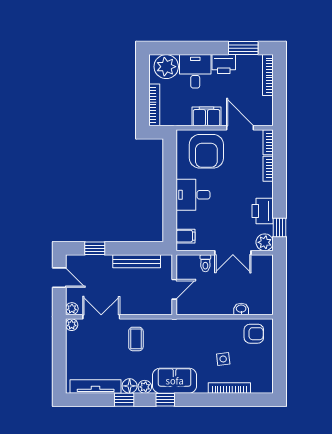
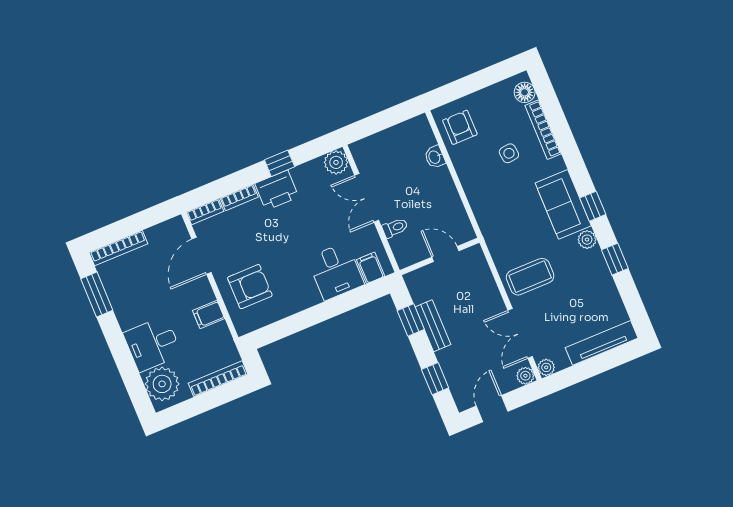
printer: (224, 64) -> (128, 311), removed
filing cabinet: (206, 116) -> (209, 315), width x0.50
armchair: (206, 151) -> (250, 287), width x0.73, depth x0.73
desk: (193, 195) -> (336, 271), moved
printer: (263, 211) -> (277, 190), moved
window: (280, 227) -> (280, 163), moved
window: (140, 248) -> (411, 320), added
double door: (233, 253) -> (367, 198), swing flipped
bench: (137, 261) -> (433, 326), width x0.73
coffee table: (136, 339) -> (530, 277), width x1.36, depth x1.30
tv unit: (96, 386) -> (602, 343), moved, turned 90
floor lamp: (130, 386) -> (525, 92), moved

